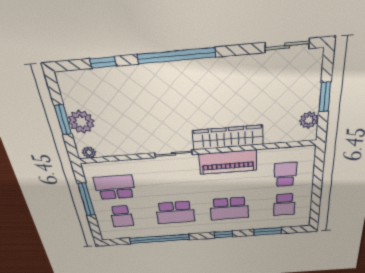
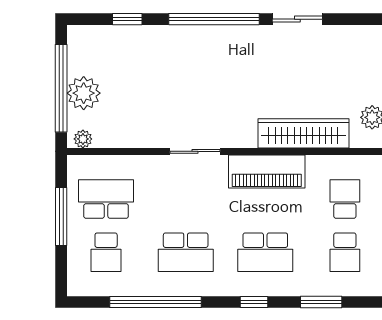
sliding door: (287, 46) -> (297, 19), moved
window: (63, 120) -> (61, 88), width x2.11
wardrobe: (228, 138) -> (303, 133), moved

